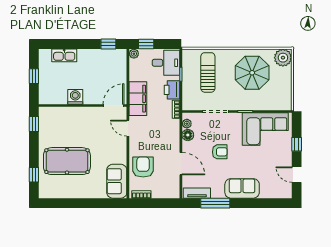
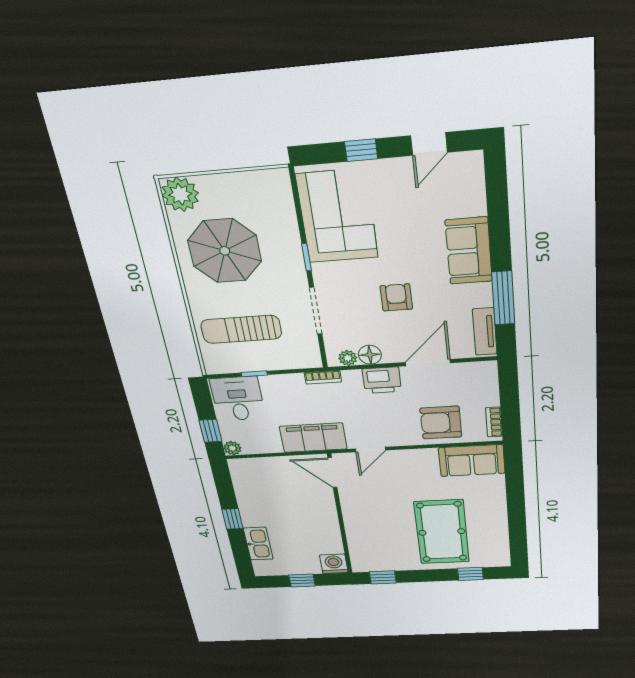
window: (108, 44) -> (233, 519), moved
printer: (172, 90) -> (382, 380), moved
washing machine: (75, 97) -> (334, 564), moved, turned 90

